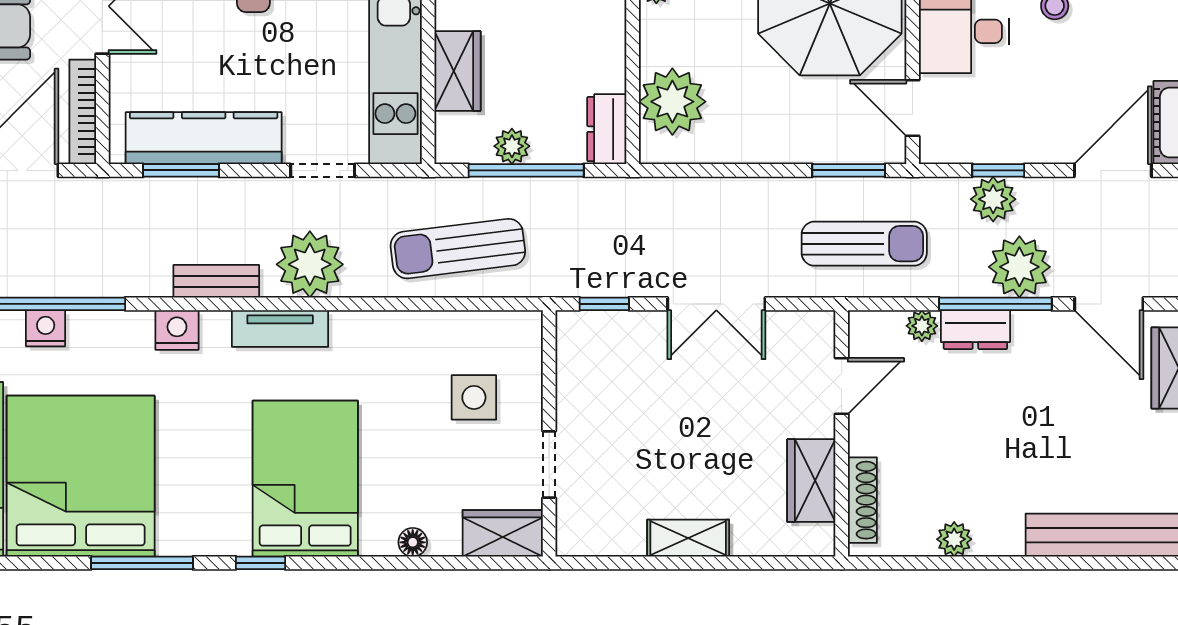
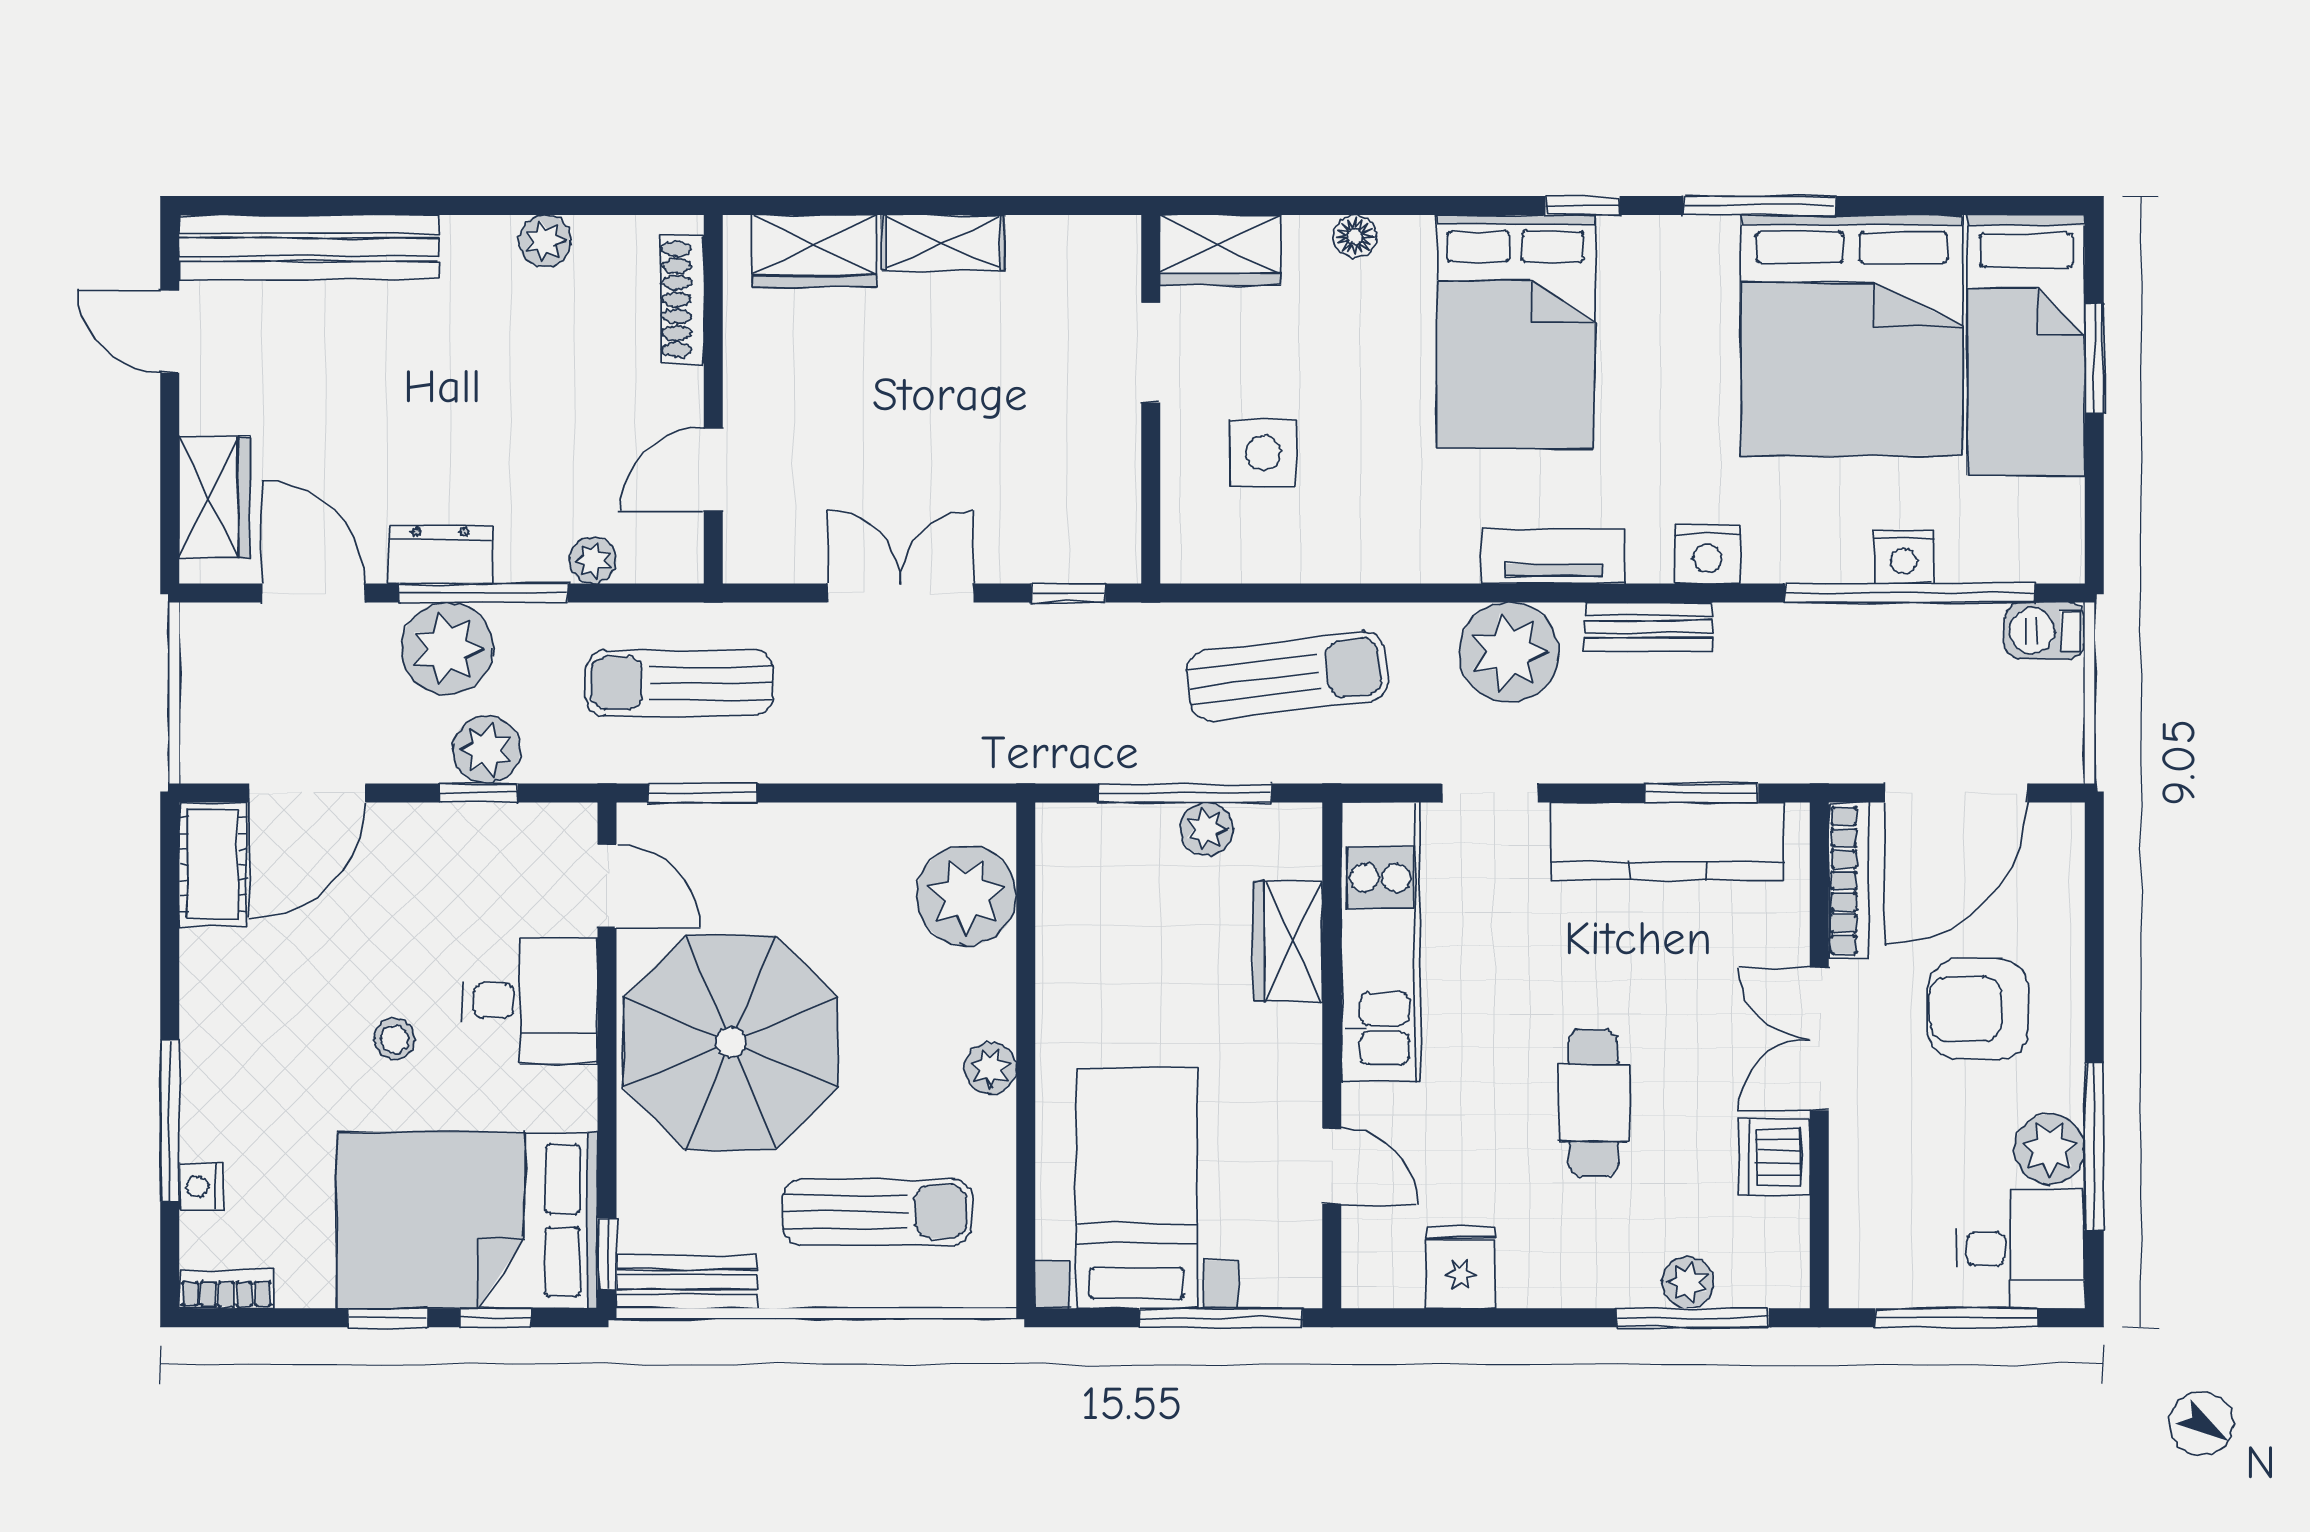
dresser: (607, 129) -> (1064, 855), removed
dresser: (975, 330) -> (440, 554), moved
wardrobe: (811, 481) -> (815, 251), moved, turned 90

